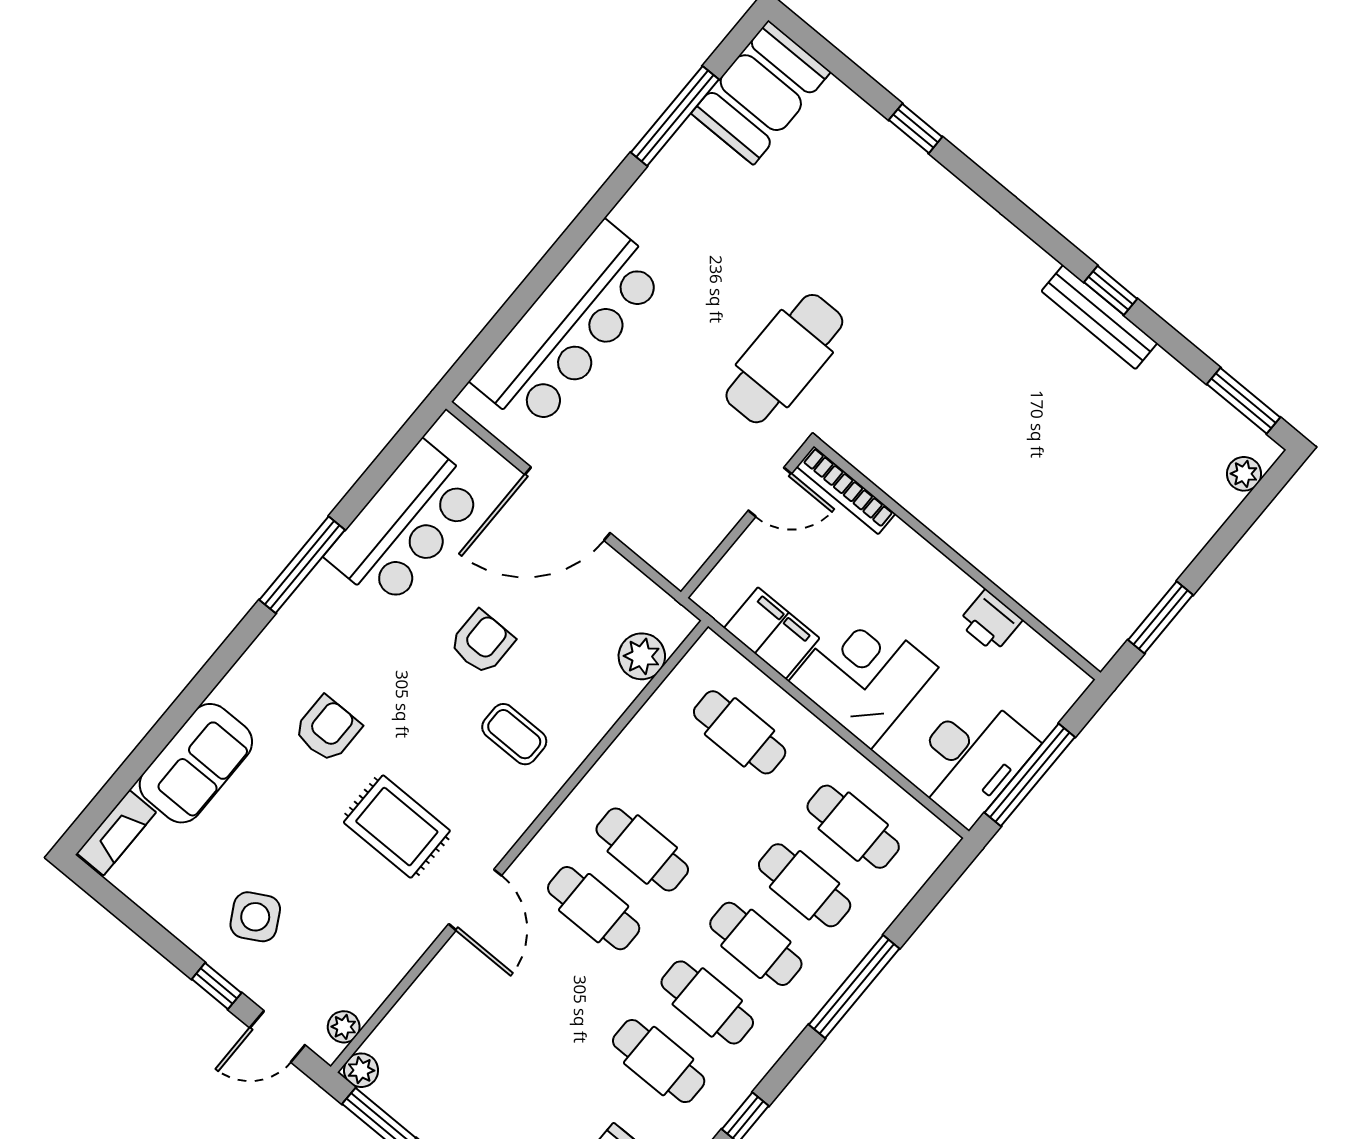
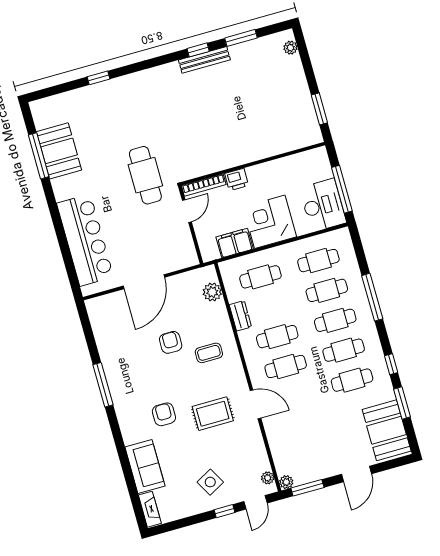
booth: (761, 93) -> (59, 151), moved
window: (1244, 401) -> (241, 38), moved
bar counter: (406, 524) -> (113, 341), removed
printer: (990, 621) -> (237, 180), moved
dresser: (633, 746) -> (240, 316), added

